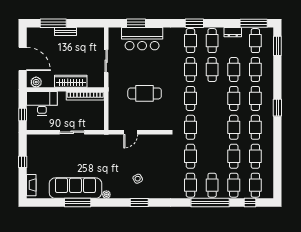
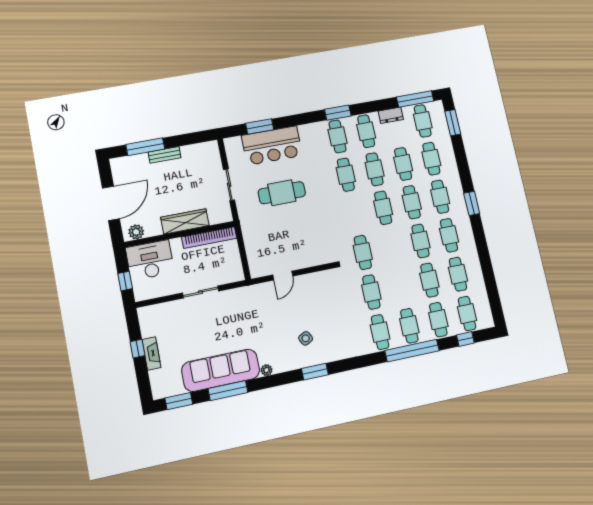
door: (23, 59) -> (111, 203), hinge flipped
cafe table: (145, 93) -> (282, 193), moved
cafe table: (190, 98) -> (383, 208), moved
fireplace: (31, 185) -> (151, 353), moved
window: (44, 203) -> (179, 401), added

